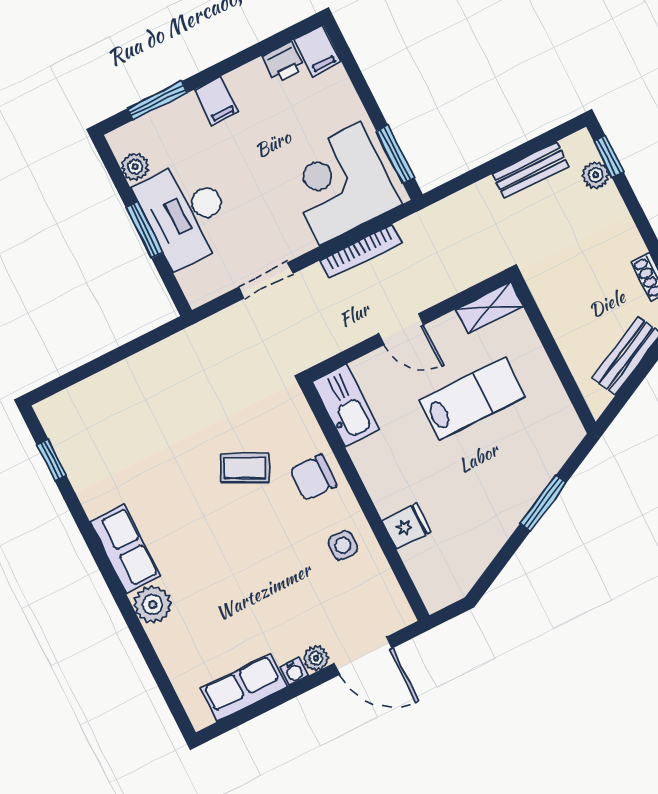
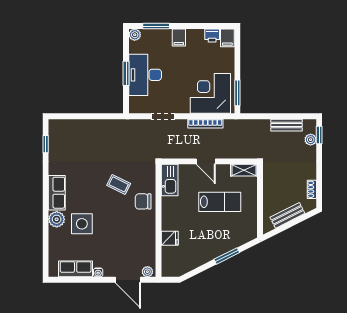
plant: (135, 167) -> (135, 35), moved
side table: (343, 545) -> (82, 224), moved, width x1.87, depth x1.87
plant: (316, 658) -> (147, 272), moved

